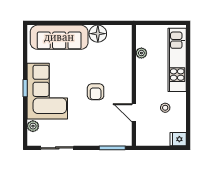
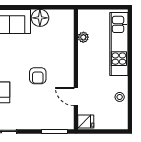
stool: (165, 108) -> (120, 97), moved
fridge: (178, 139) -> (86, 122), moved, turned 180

